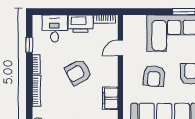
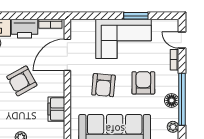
door: (120, 48) -> (67, 55), width x1.87

